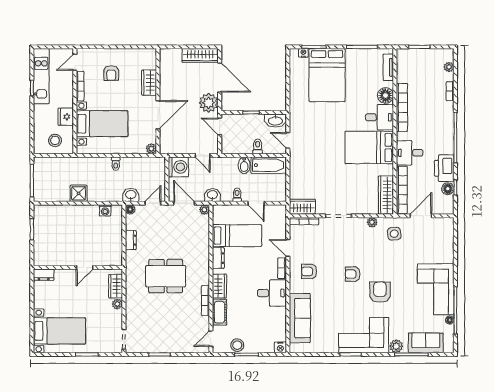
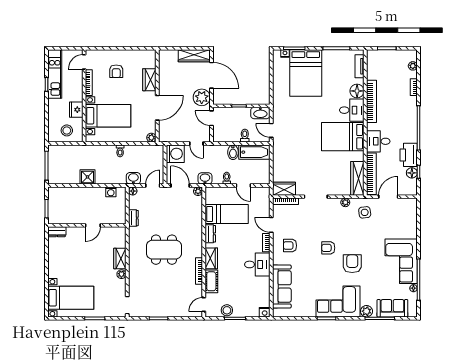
wall: (78, 267) -> (87, 225), moved
door: (85, 267) -> (93, 225), moved
dresser: (44, 275) -> (57, 232), moved

